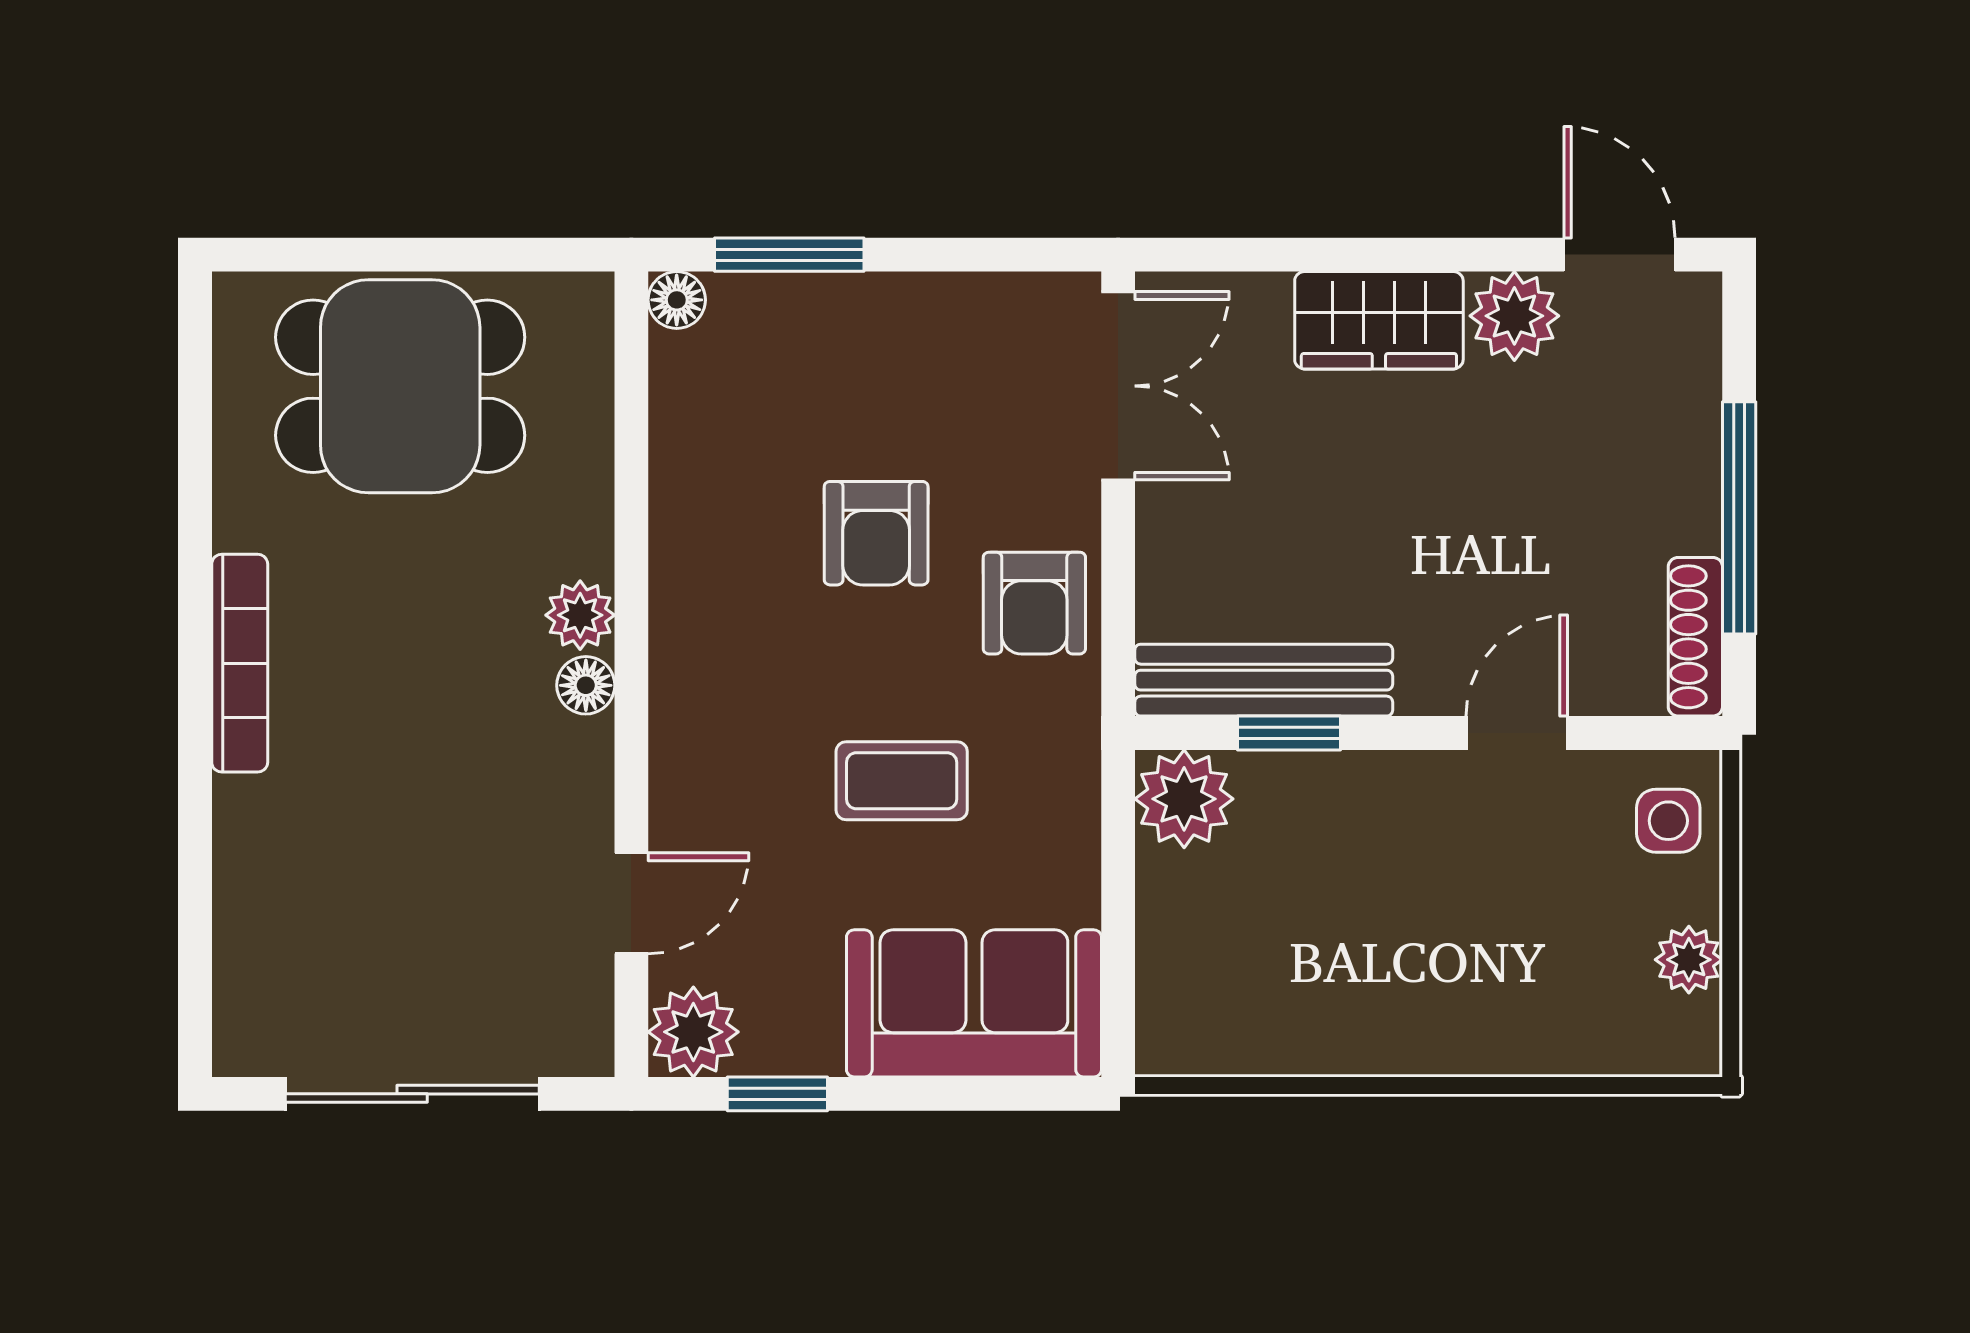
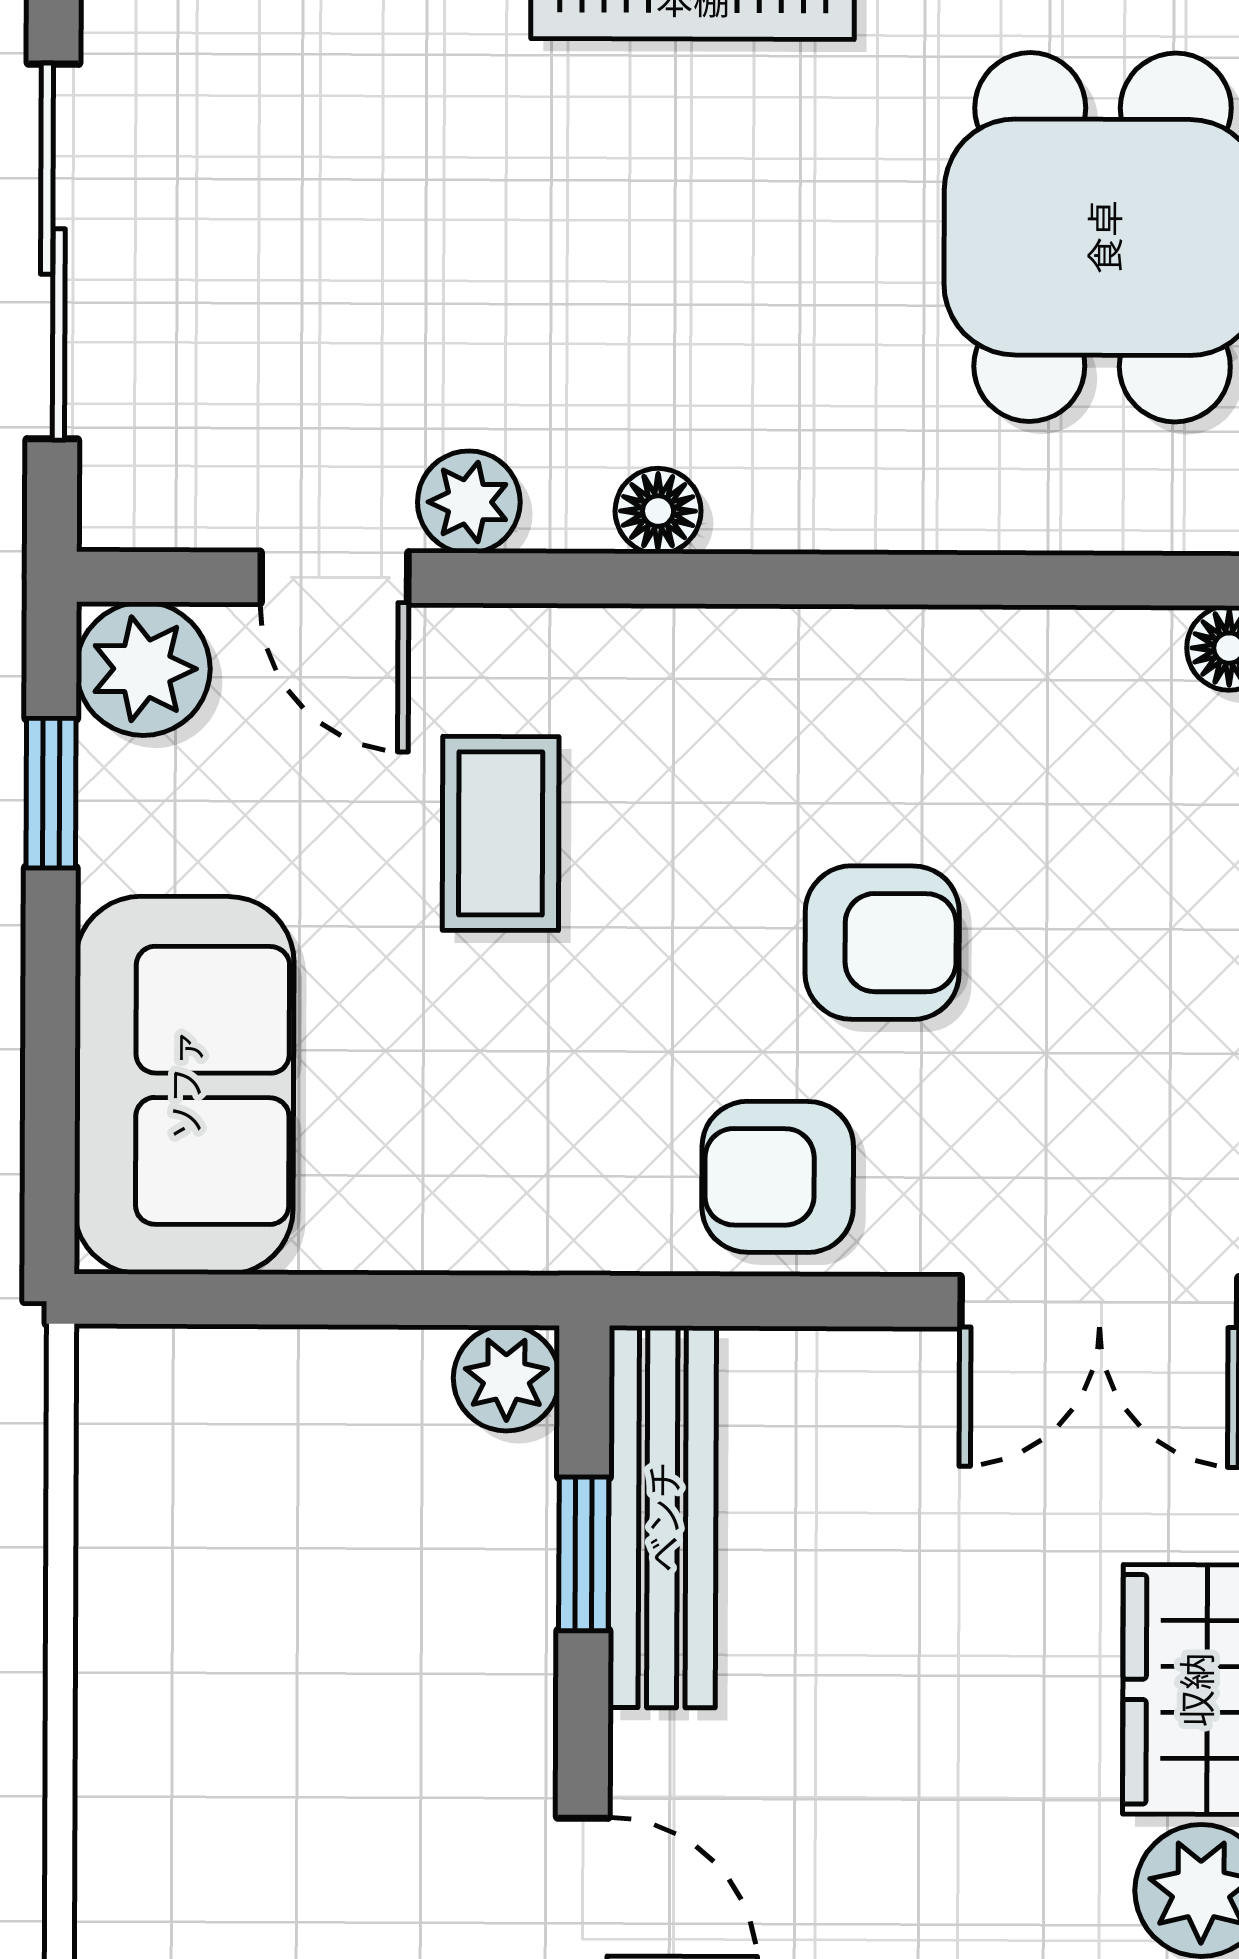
armchair: (876, 533) -> (882, 943), turned 180
plant: (580, 615) -> (469, 502), moved
coffee table: (902, 781) -> (501, 833), moved
plant: (1184, 799) -> (506, 1378), width x0.73, depth x0.73

